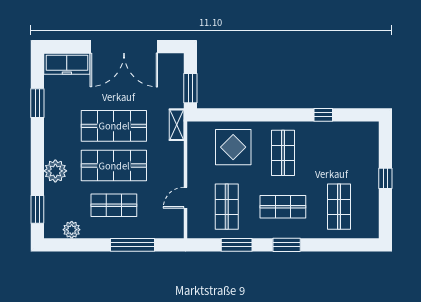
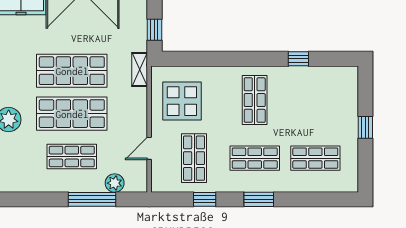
window: (190, 88) -> (154, 30), width x0.67
display table: (233, 147) -> (182, 101), moved
shop shelf: (339, 207) -> (315, 158), turned 90
plant: (72, 230) -> (115, 183), moved
window: (237, 245) -> (205, 199), width x0.67

